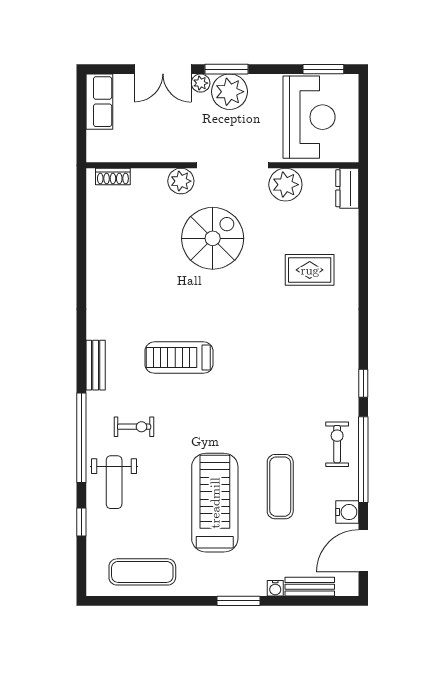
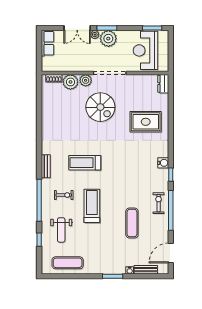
reception desk: (309, 117) -> (145, 50), turned 180
plant: (285, 185) -> (70, 82), moved
spiral stairs: (213, 238) -> (100, 107), turned 90
rug: (310, 270) -> (146, 122), width x1.36, depth x1.43
weight bench: (114, 482) -> (61, 230), moved
treadmill: (215, 503) -> (92, 206), moved, width x0.73, depth x0.73
water cooler: (347, 512) -> (163, 163), moved

